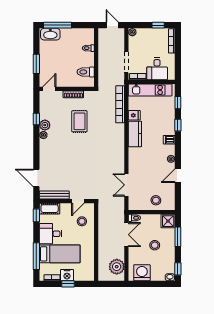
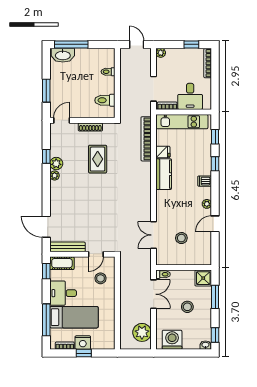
stool: (156, 200) -> (181, 238), moved

